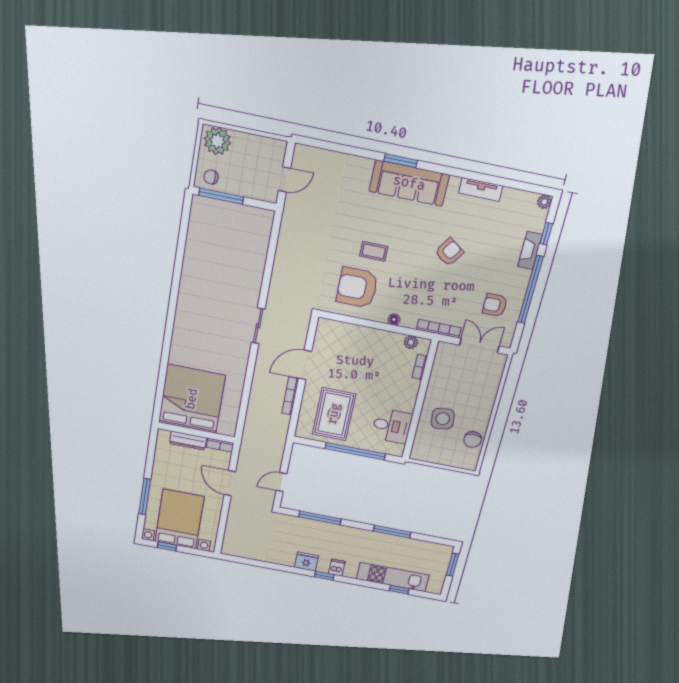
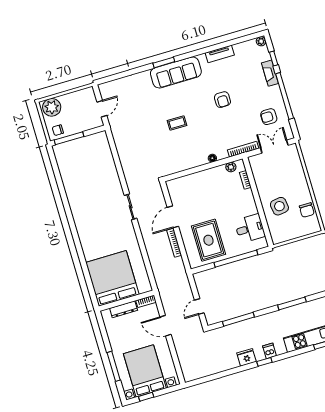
armchair: (449, 252) -> (222, 100), turned 145
armchair: (357, 288) -> (179, 150), removed

